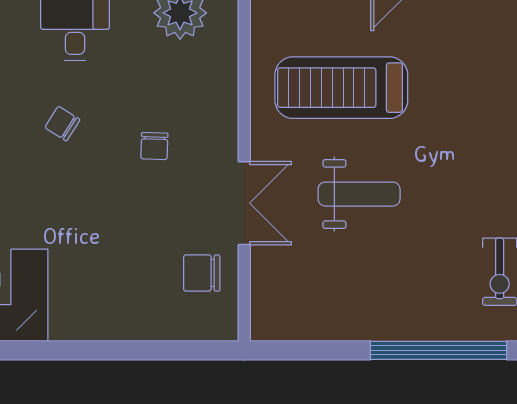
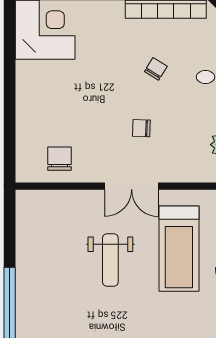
treadmill: (341, 88) -> (179, 249), turned 180
double door: (244, 203) -> (132, 186), moved

